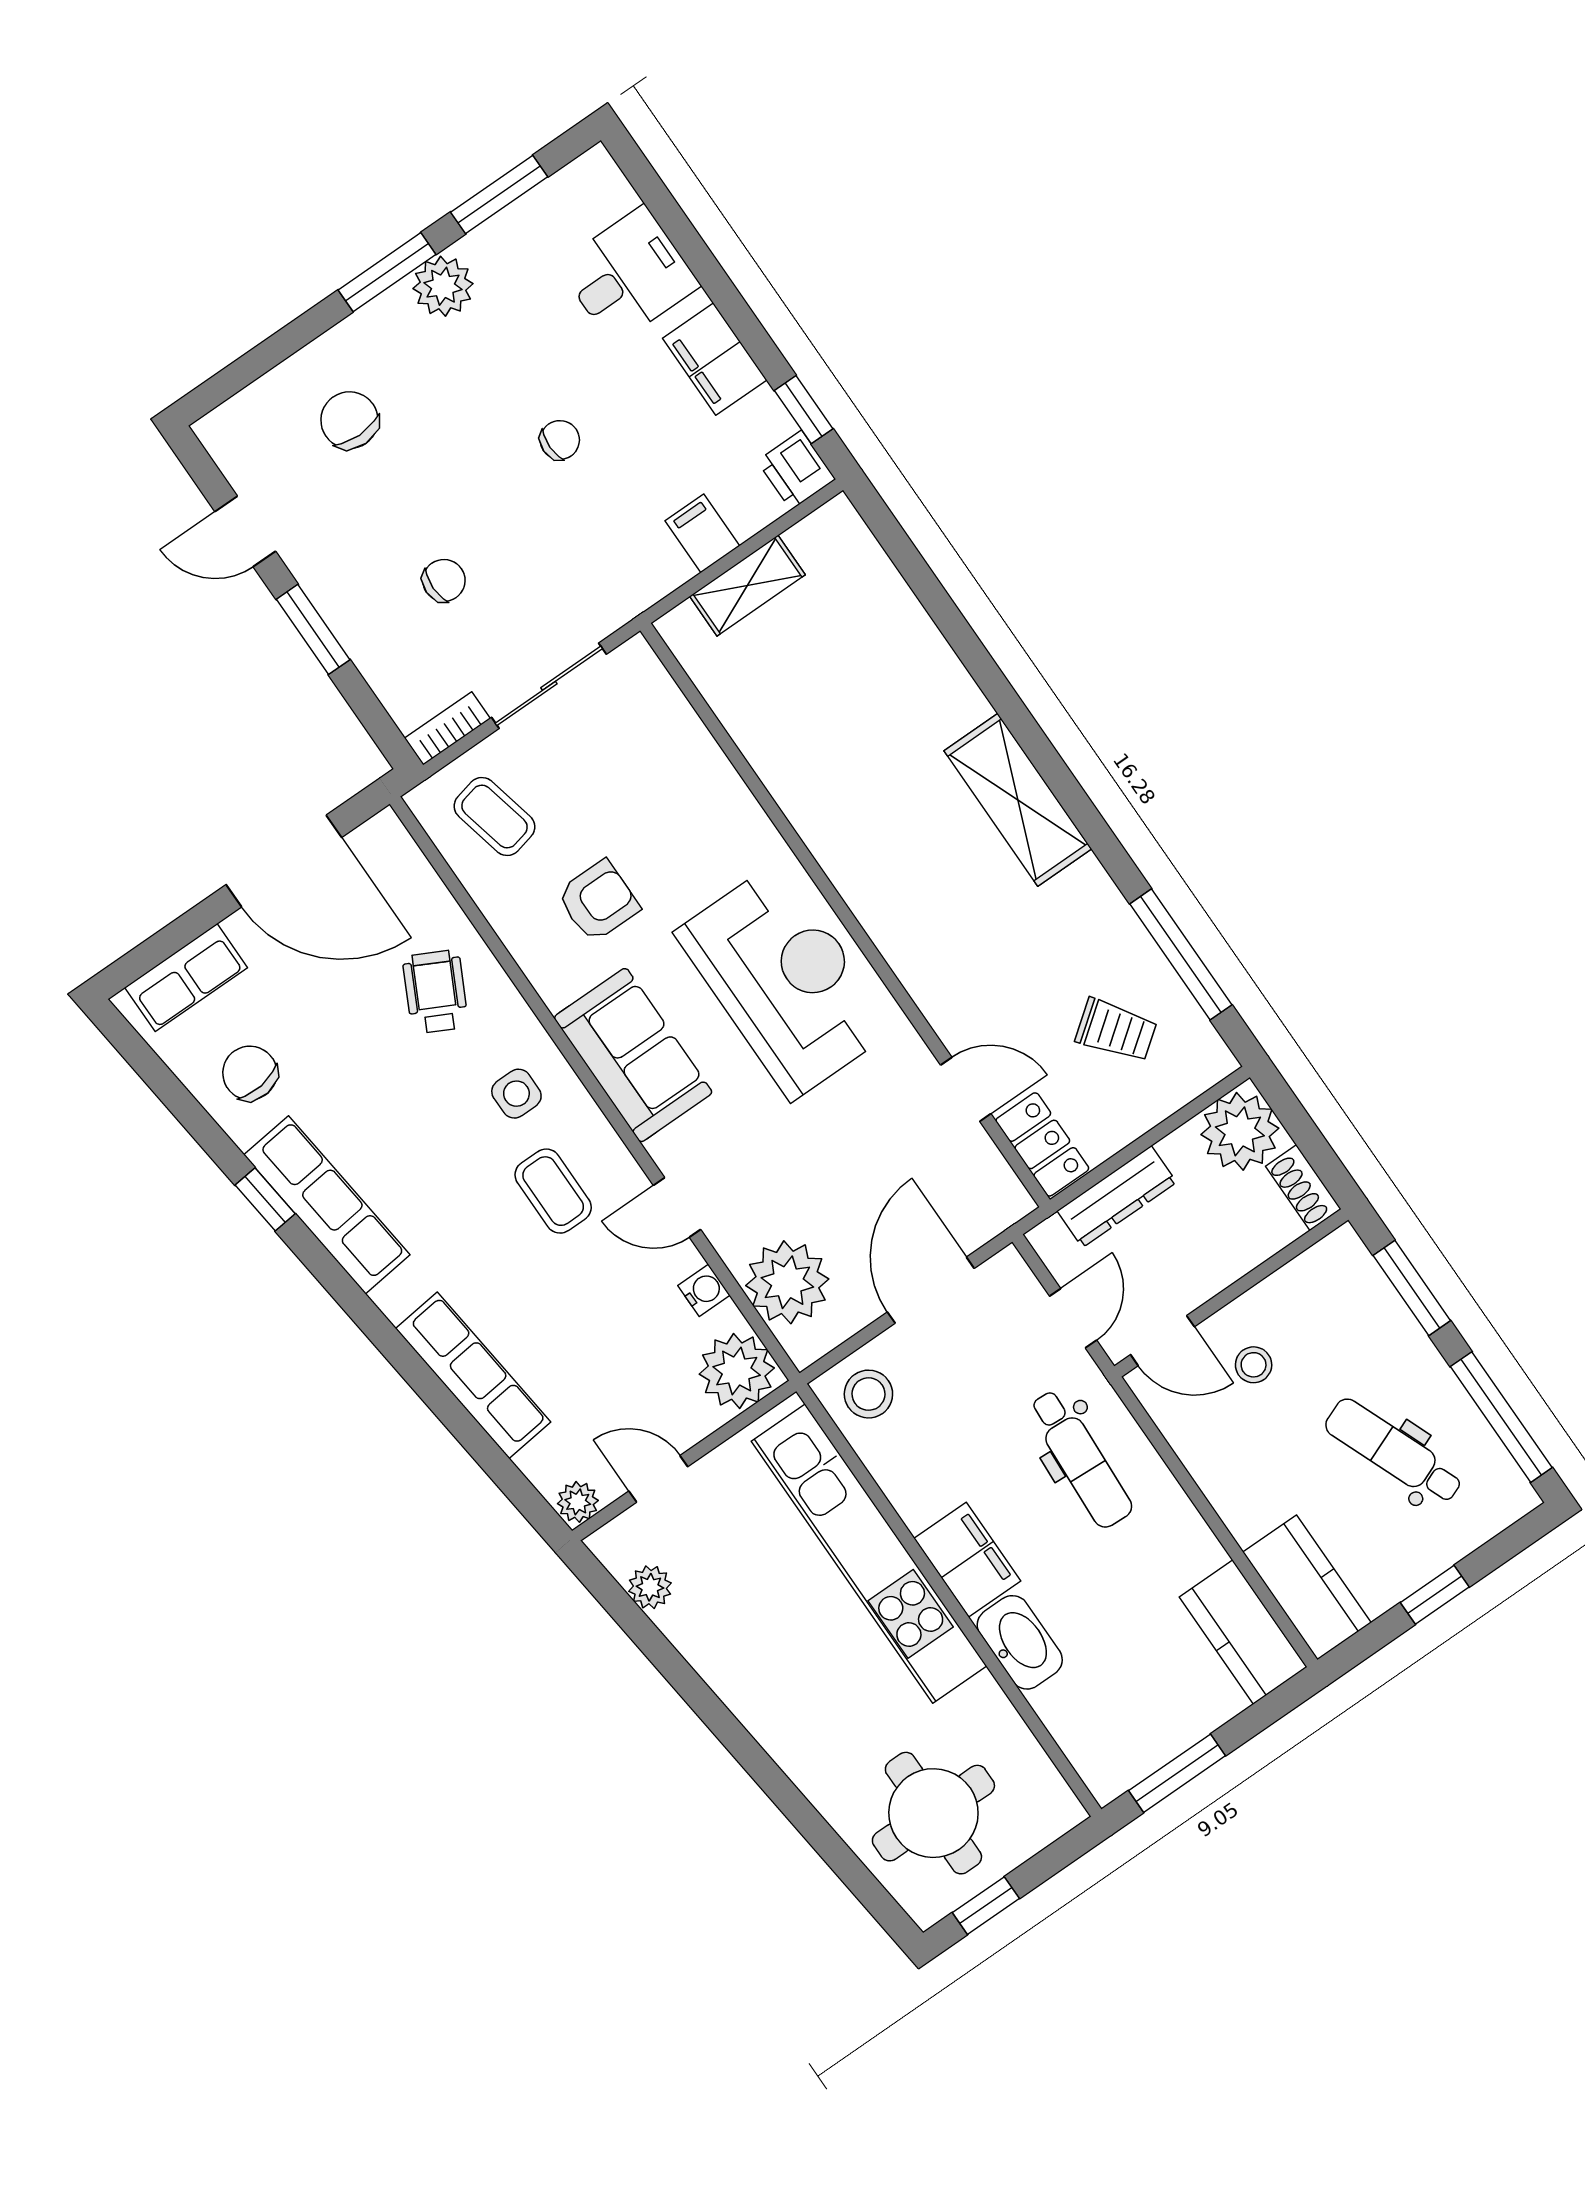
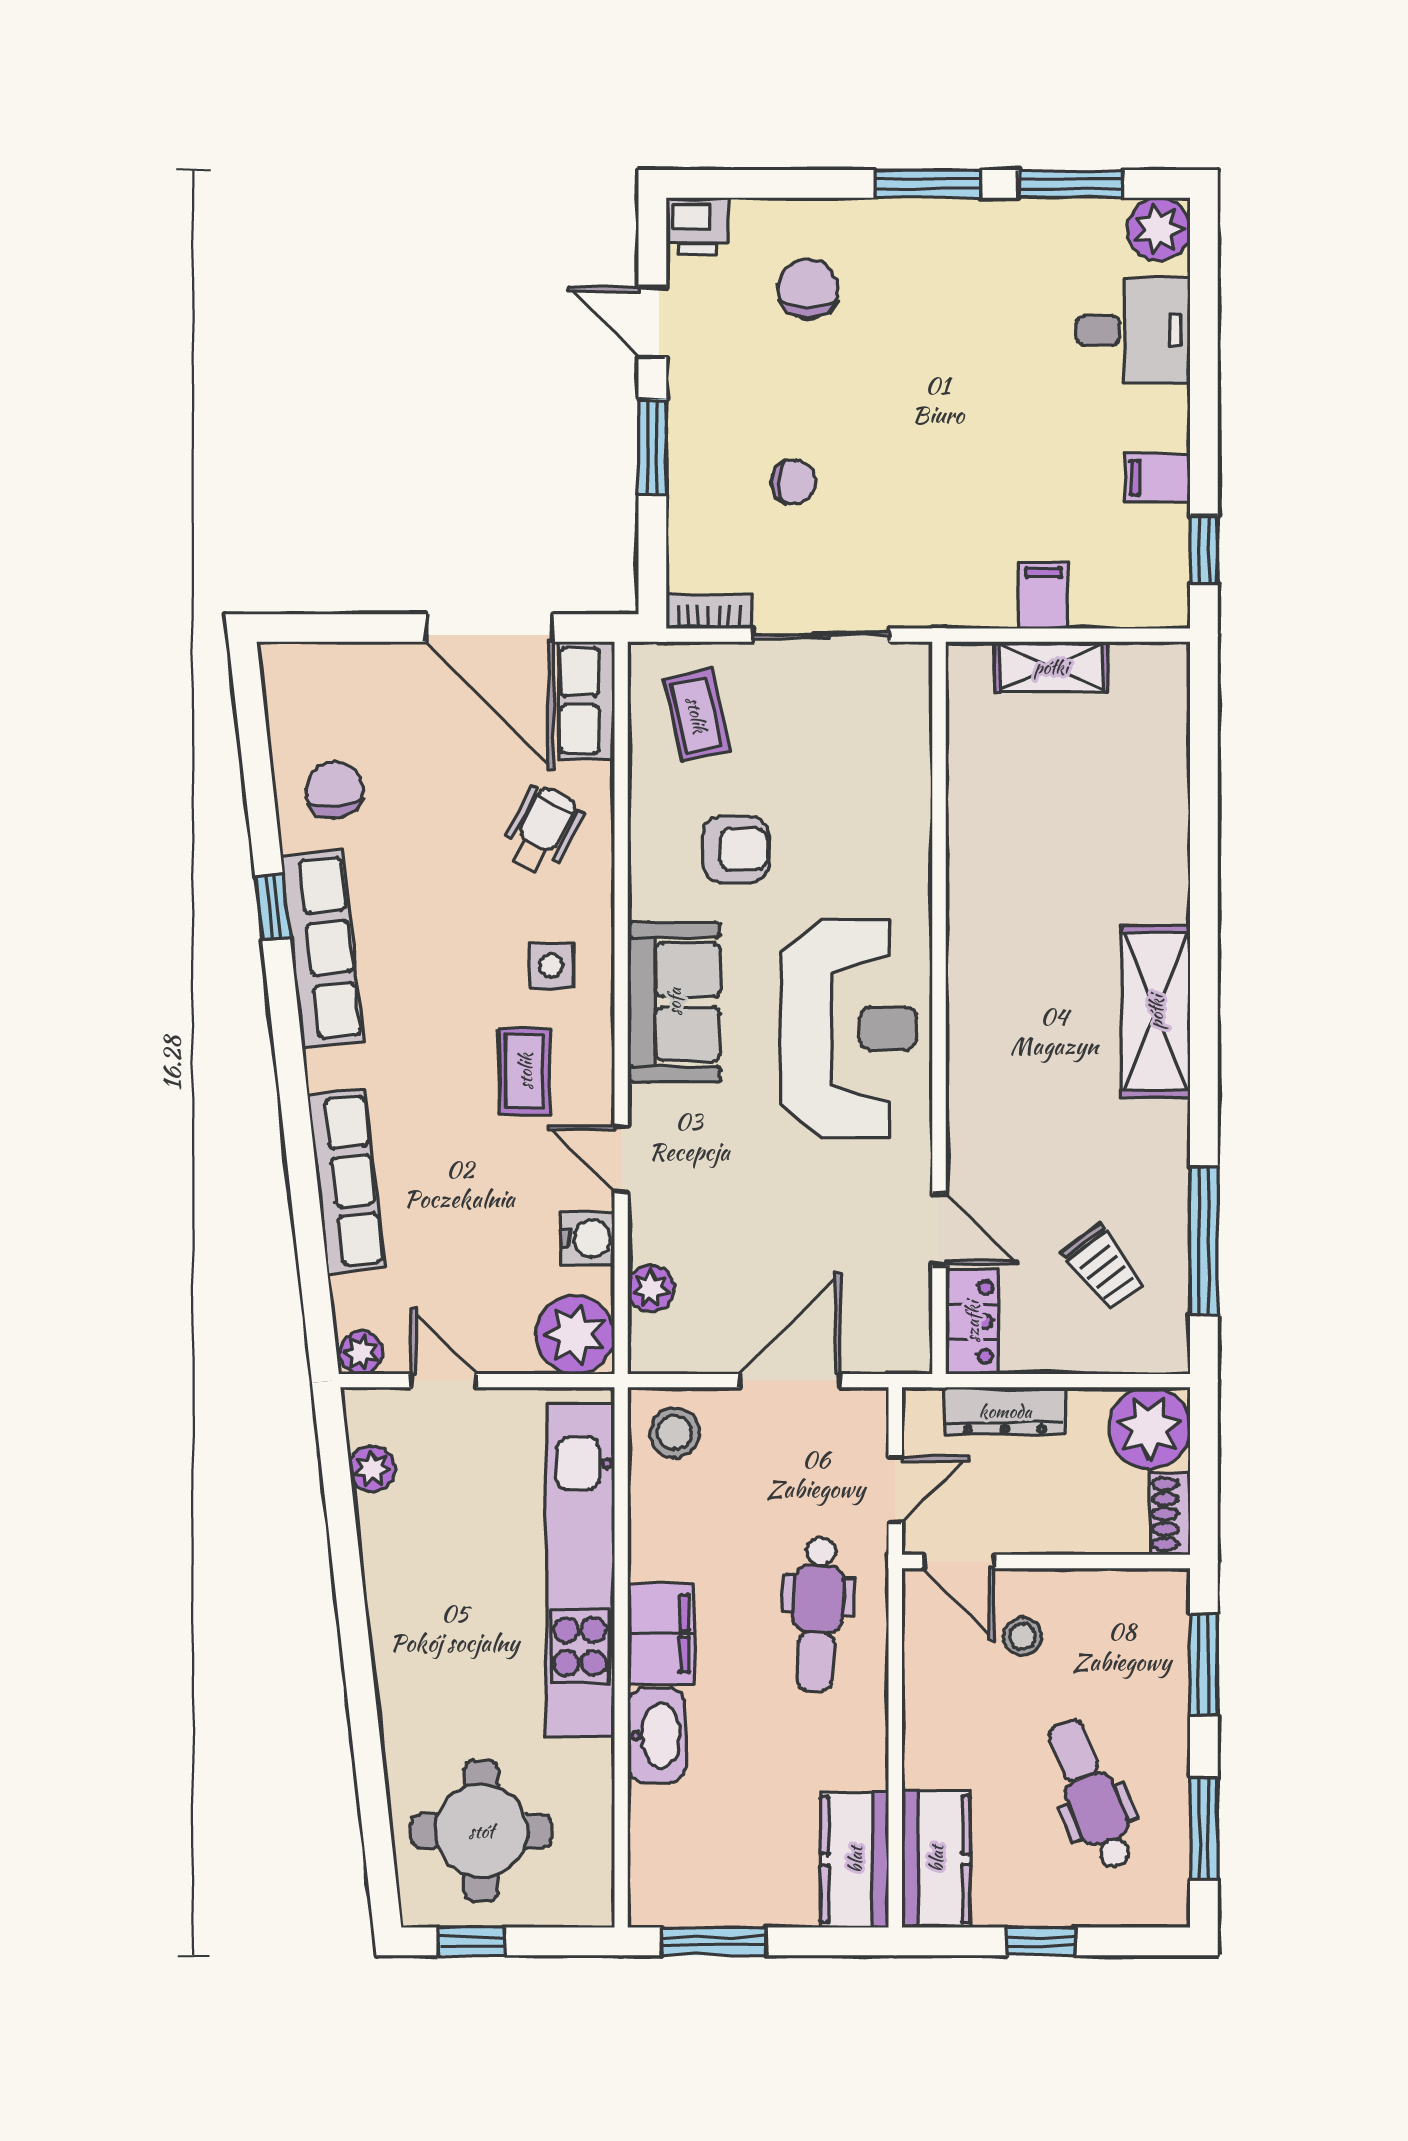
plant: (443, 286) -> (1159, 229), moved
filing cabinet: (715, 359) -> (1158, 478), width x0.50
chair: (560, 440) -> (977, 431), removed
printer: (796, 470) -> (697, 226), moved, turned -90
row of seats: (186, 977) -> (586, 700), moved, turned 90
plant: (787, 1282) -> (651, 1289), width x0.53, depth x0.53
water cooler: (704, 1290) -> (587, 1239), width x1.38, depth x1.38
window: (1501, 1417) -> (1204, 1829), width x0.69

